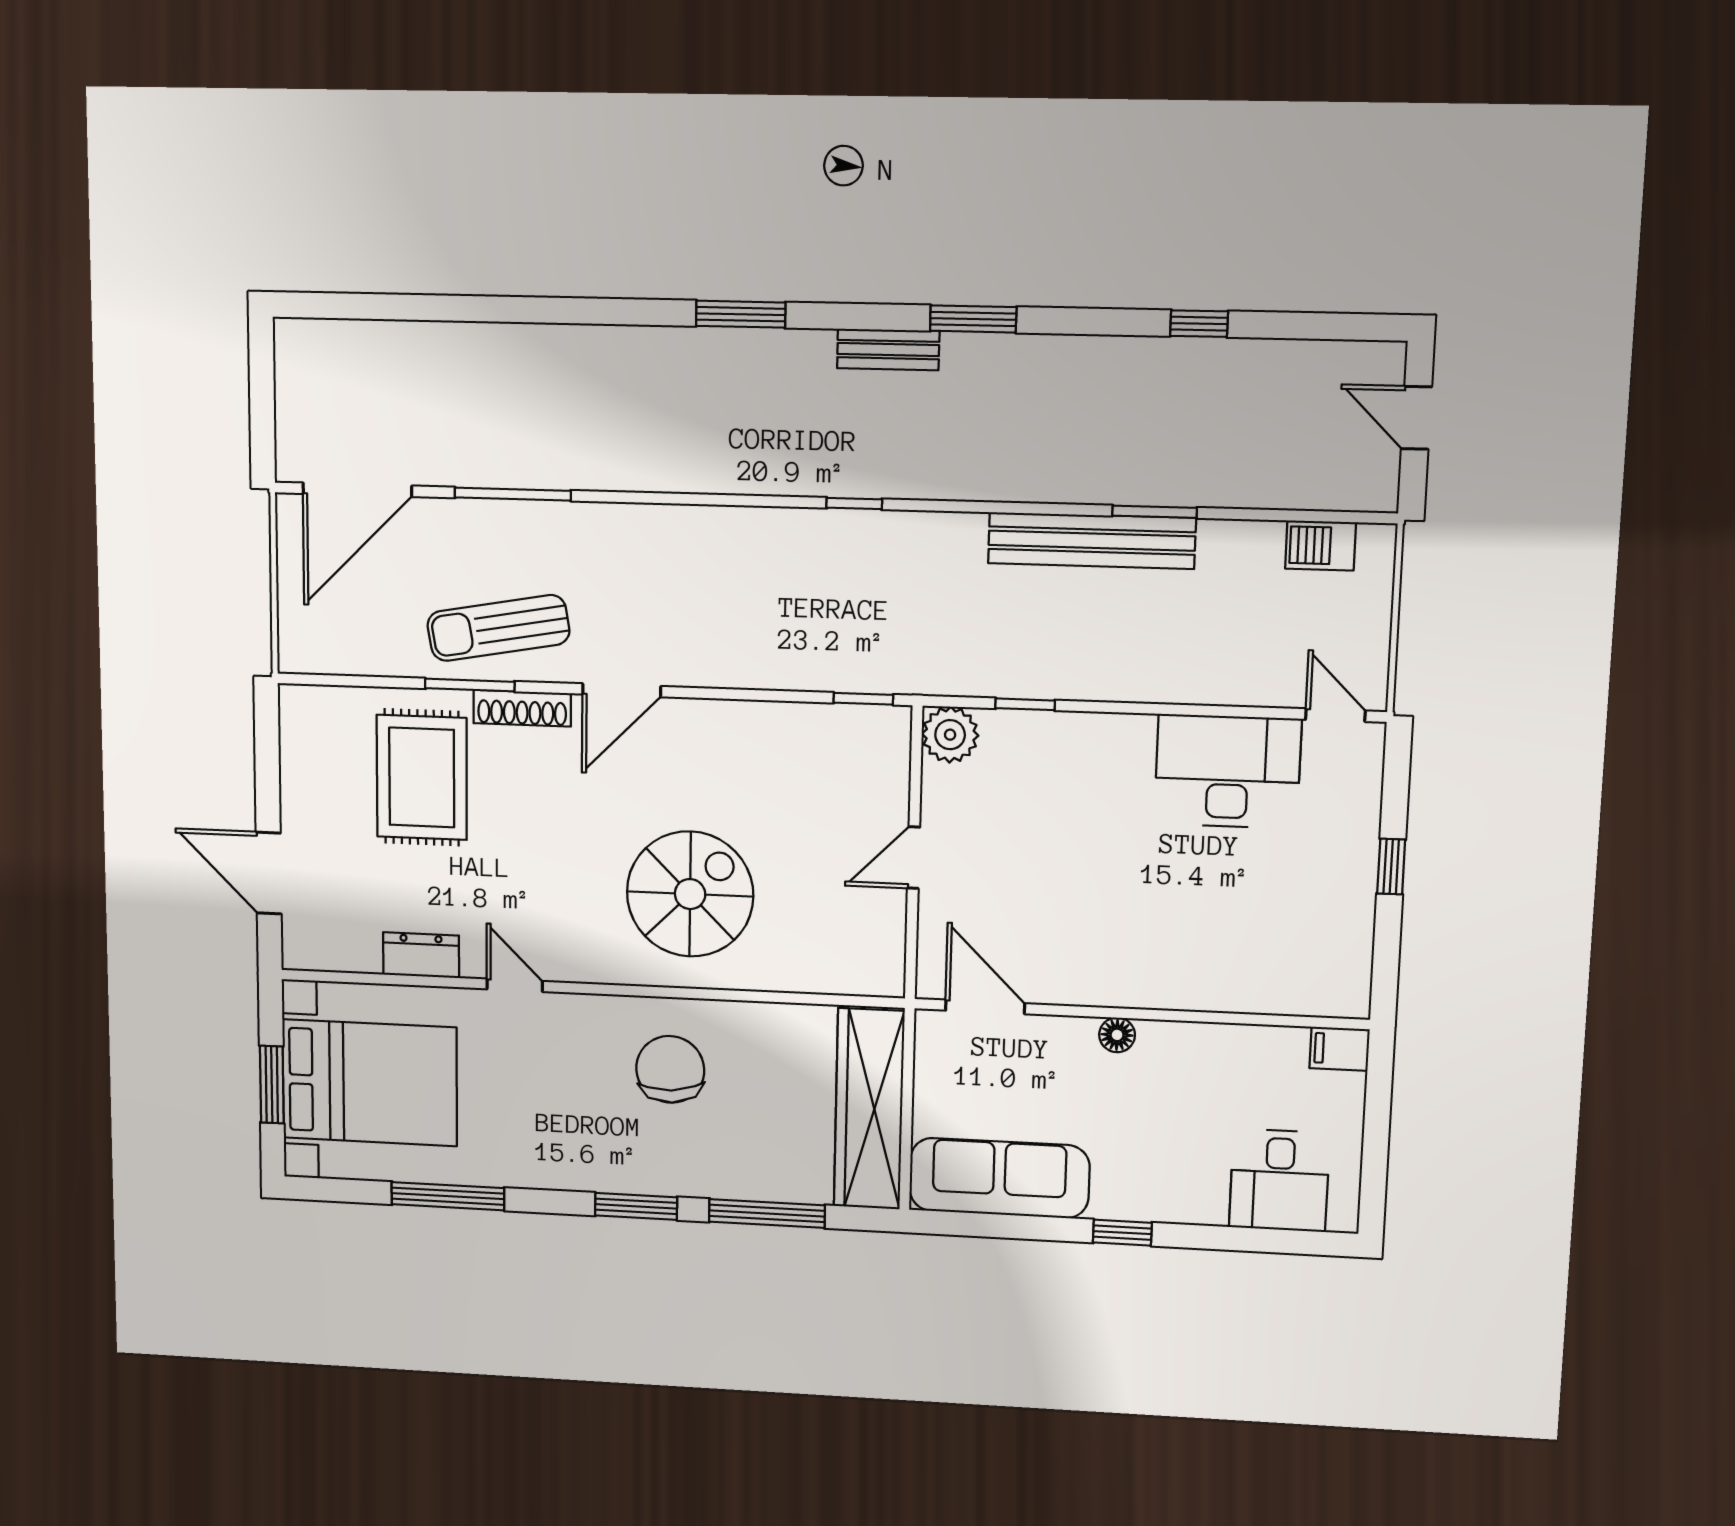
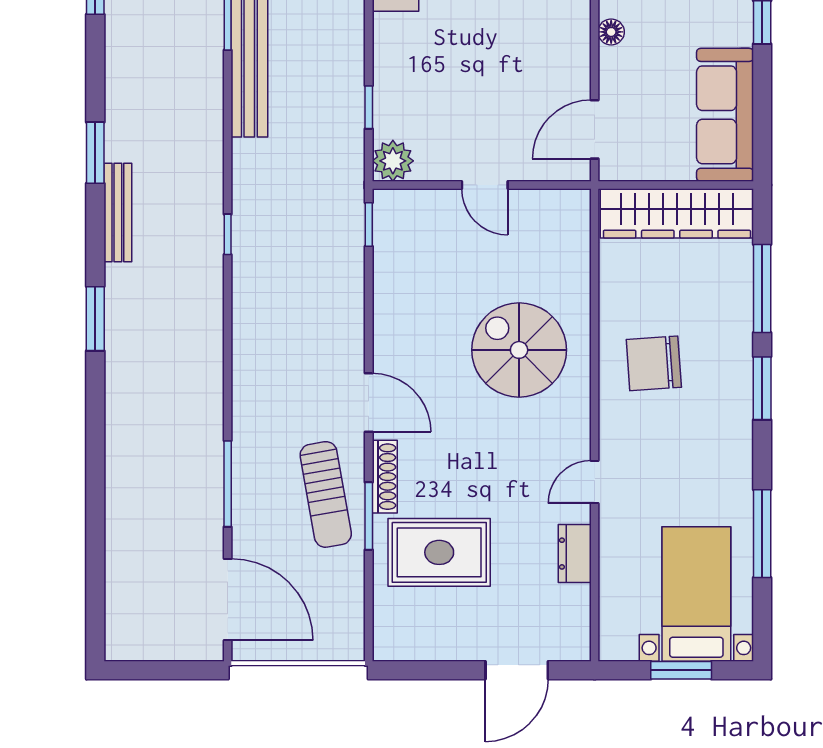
bench: (888, 350) -> (118, 213), width x1.36
bed with nightstands: (370, 1083) -> (696, 594), width x0.73

